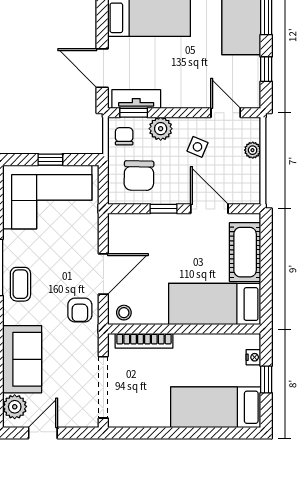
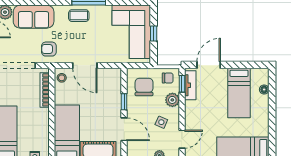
chair: (139, 176) -> (144, 87), turned 89
door: (209, 209) -> (124, 129), hinge flipped
armchair: (80, 310) -> (49, 49), moved

